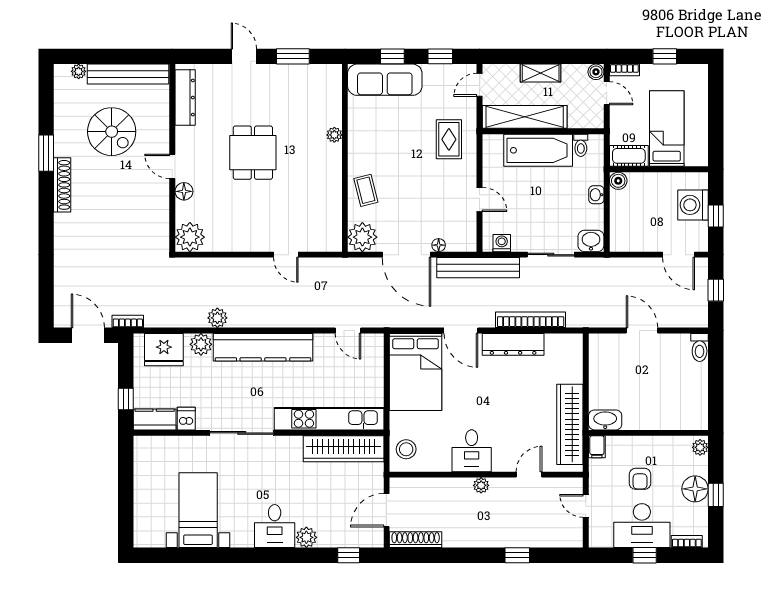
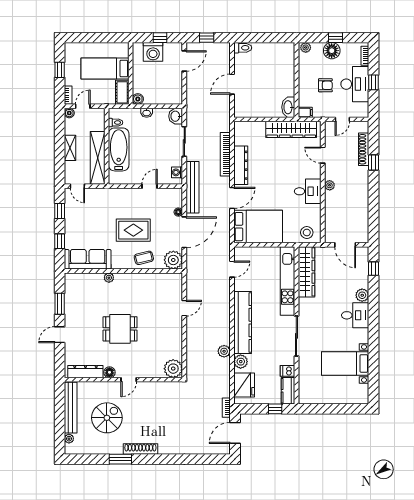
sofa: (385, 80) -> (88, 259), moved, turned -90
rug: (449, 139) -> (133, 230), moved, width x1.36, depth x1.43
floor lamp: (184, 191) -> (109, 372), moved
shoe rack: (416, 540) -> (364, 149), moved

